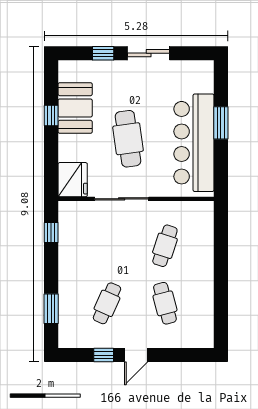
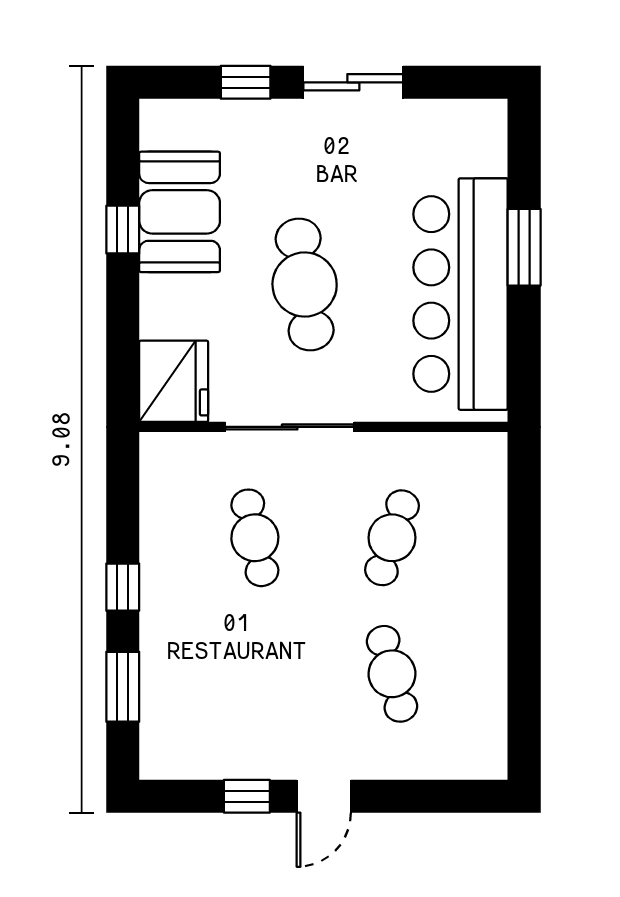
window: (51, 233) -> (123, 587), moved
cafe table: (107, 303) -> (255, 538), moved, turned -36

